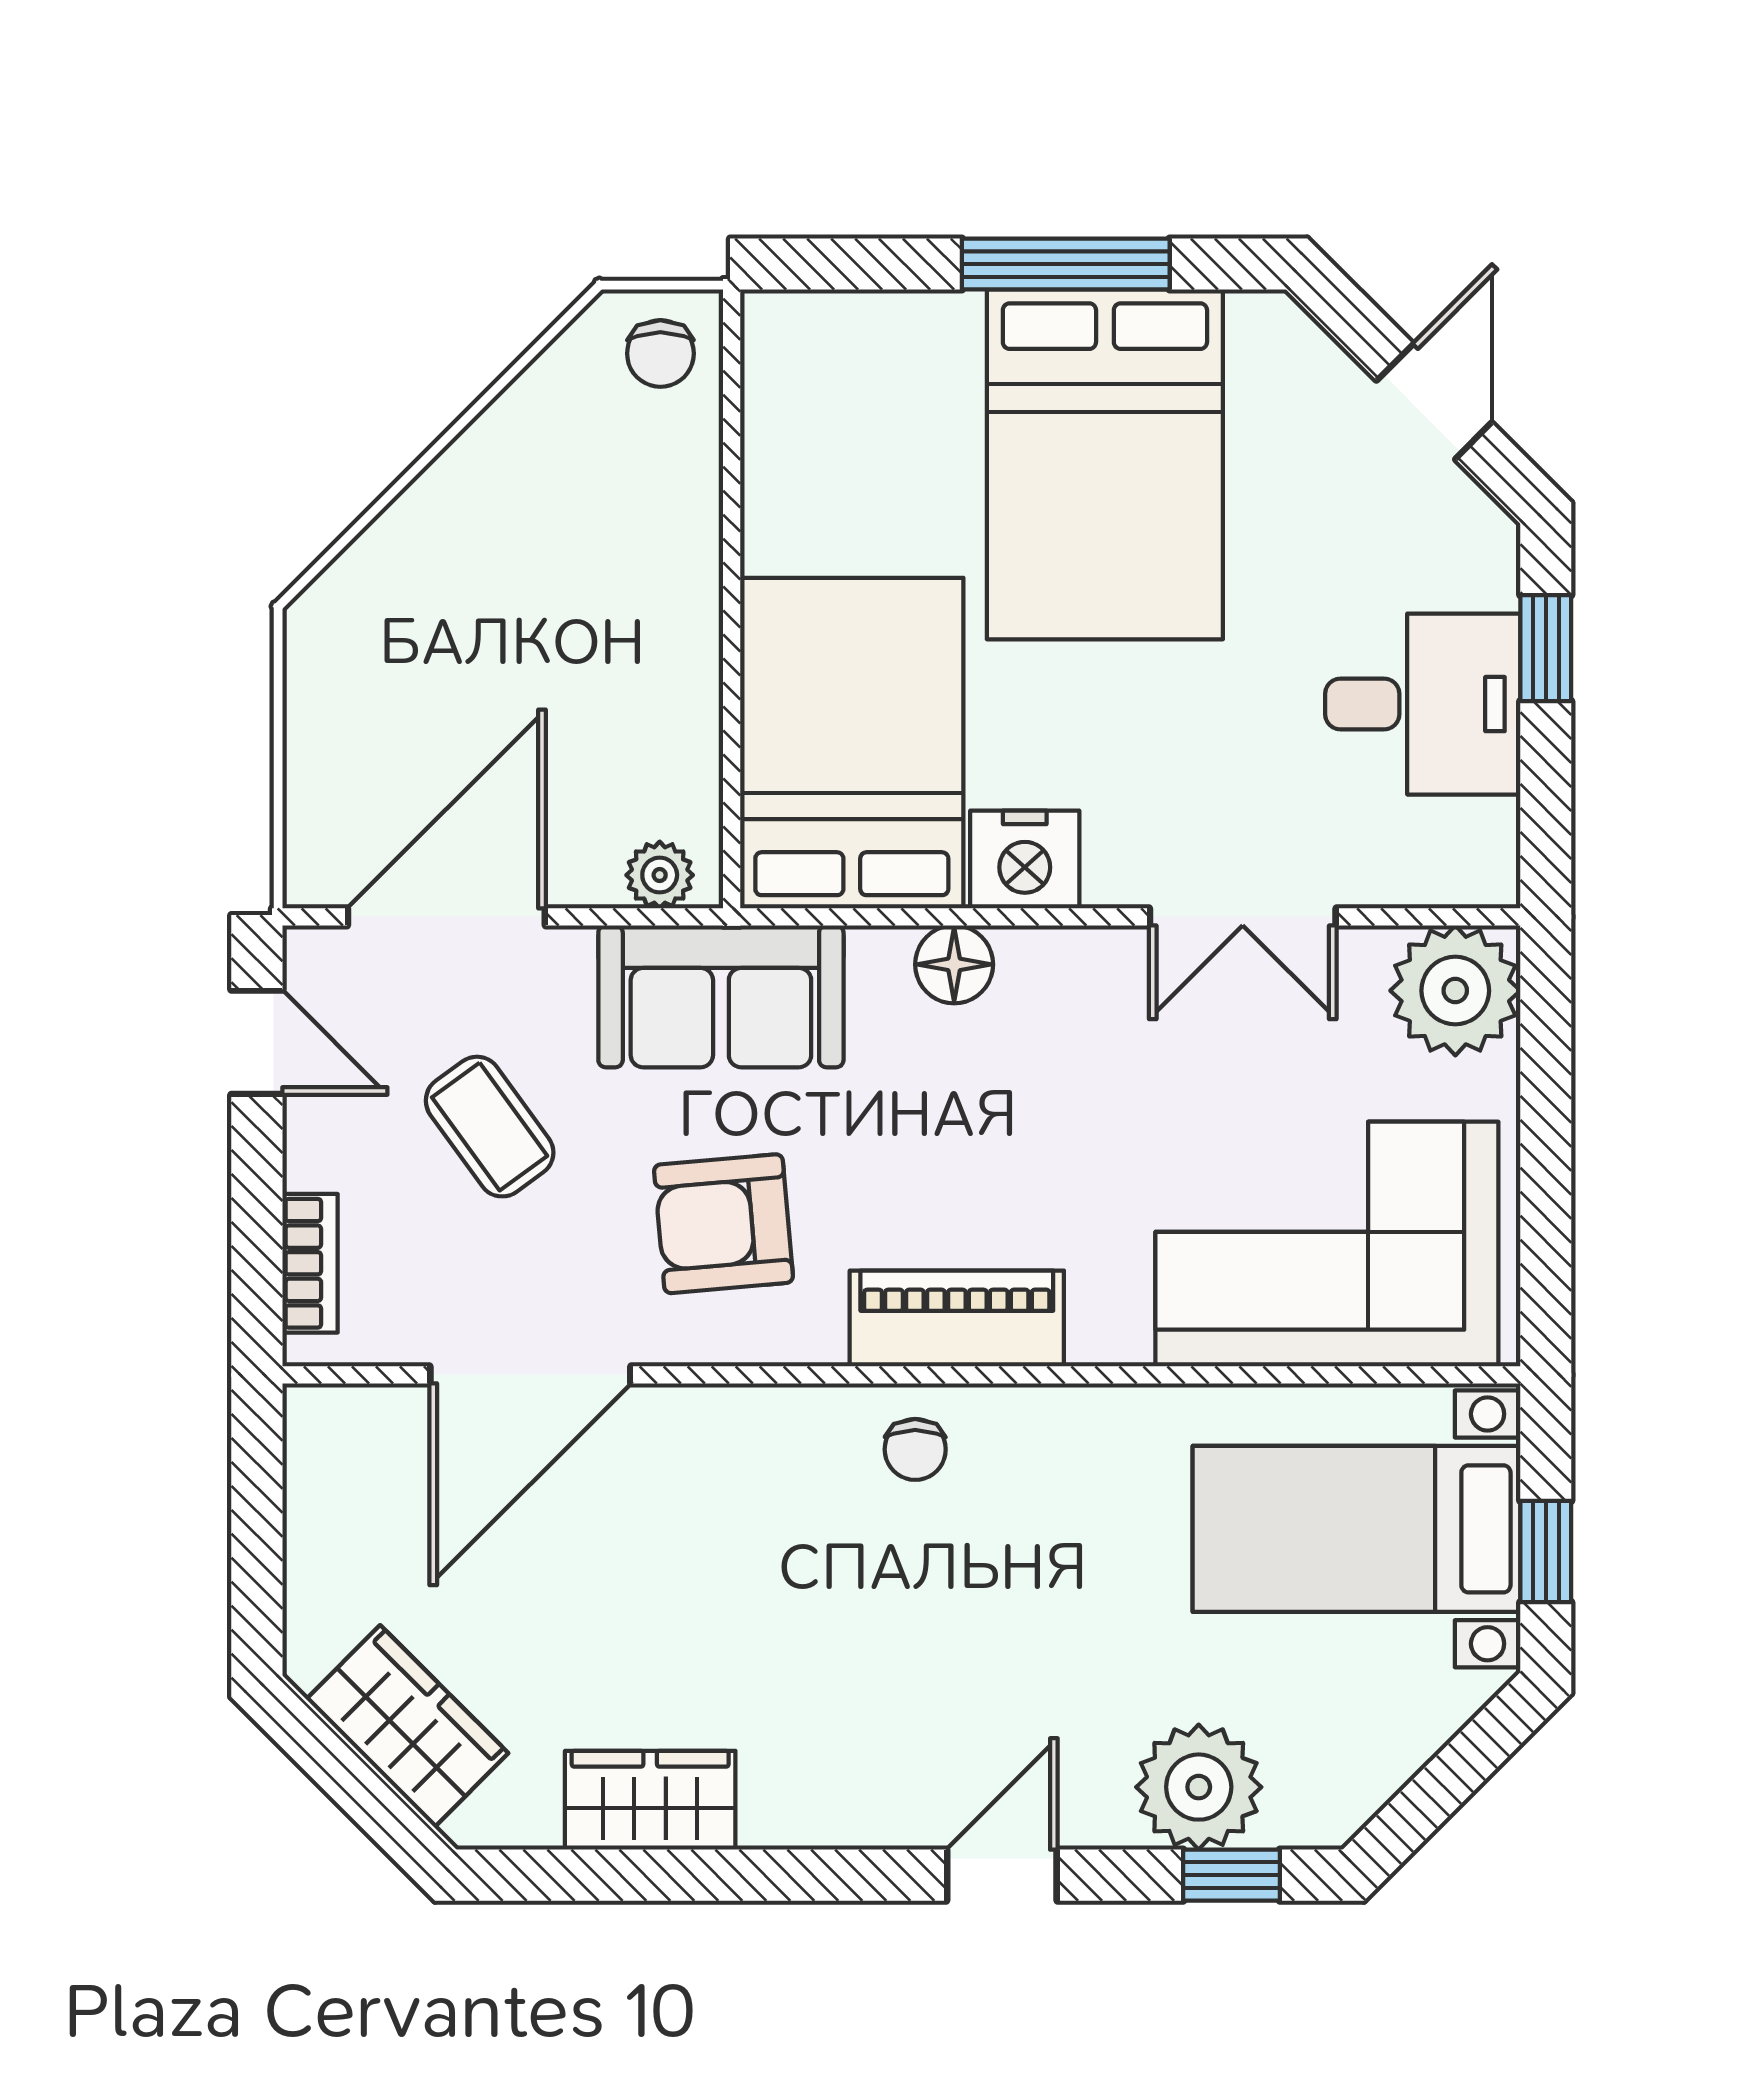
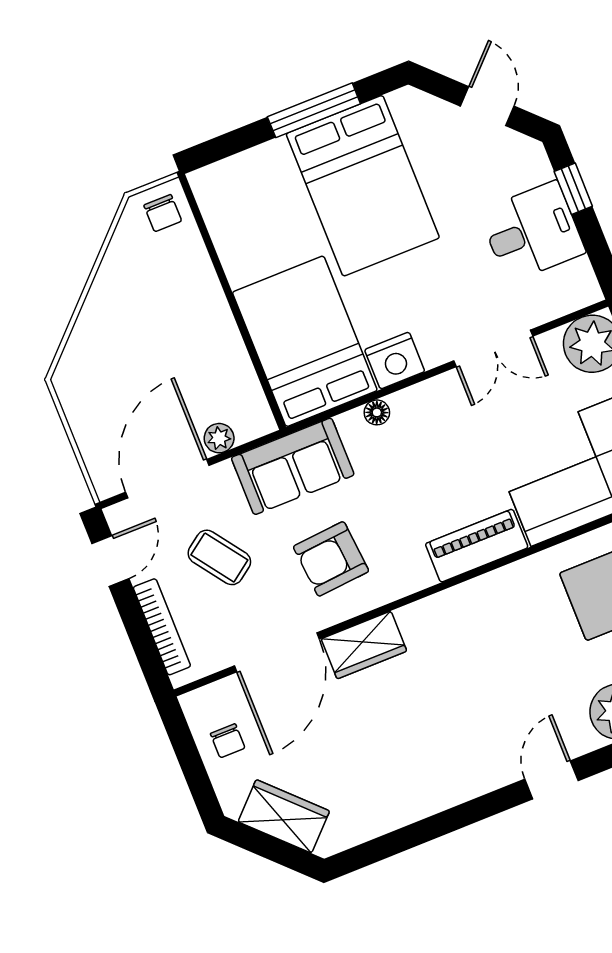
plant: (660, 875) -> (219, 438), moved
floor lamp: (954, 964) -> (377, 412), width x0.73, depth x0.73
door: (257, 1042) -> (110, 561), hinge flipped
bookcase: (310, 1263) -> (162, 627), width x1.56
piano: (957, 1318) -> (477, 546), moved
chair: (915, 1449) -> (228, 741), moved
wardrobe: (650, 1800) -> (364, 645), moved, turned 180

